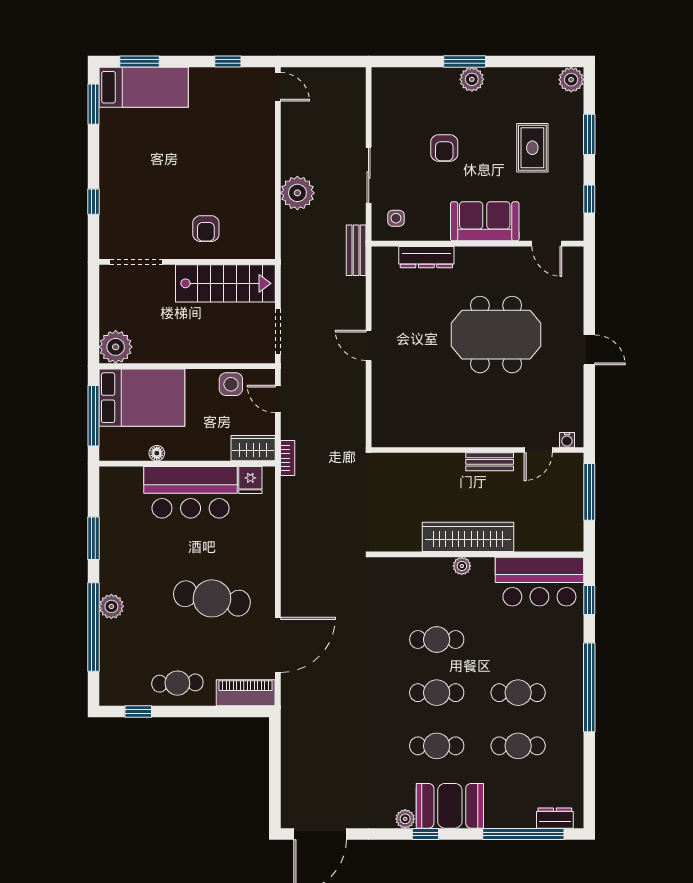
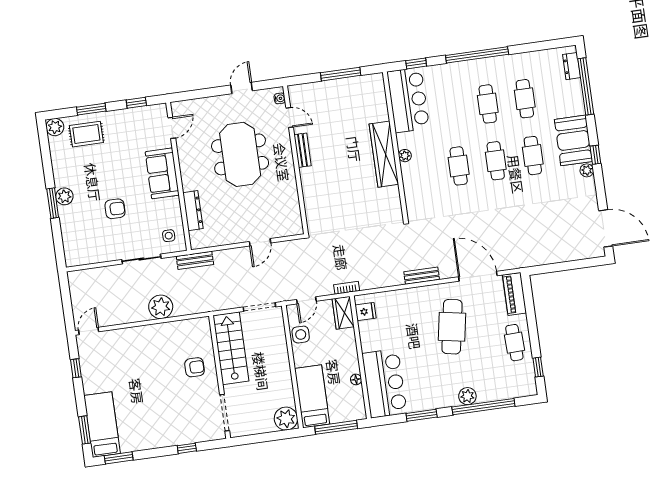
rug: (532, 148) -> (86, 134), moved
bed: (142, 398) -> (312, 396), width x0.67
water cooler: (567, 440) -> (280, 98), moved
wall: (477, 450) -> (296, 160), moved
door: (538, 450) -> (290, 118), moved
bench: (490, 462) -> (303, 150), moved
bar counter: (191, 492) -> (384, 383), moved
bench: (290, 566) -> (422, 276), added

